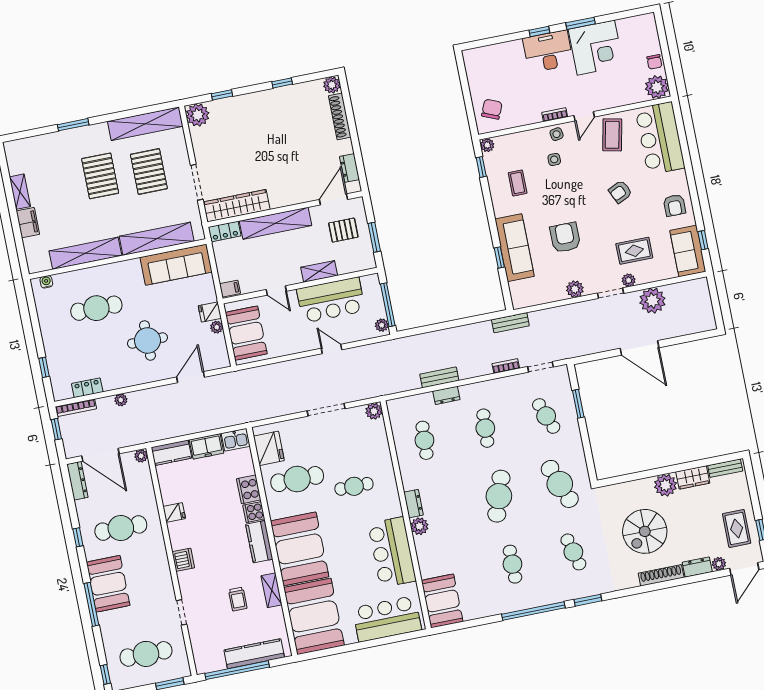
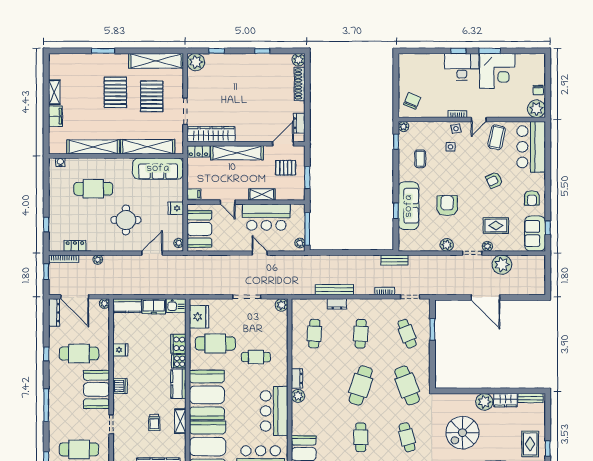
plant: (217, 327) -> (179, 243), moved
bench: (439, 377) -> (334, 290), width x1.36
booth: (108, 584) -> (96, 389), moved

